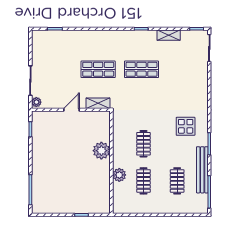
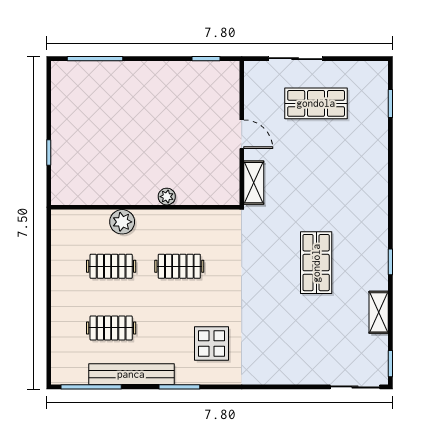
shop shelf: (98, 69) -> (316, 103), moved, turned 90
plant: (36, 102) -> (256, 70), removed
plant: (101, 151) -> (167, 197), width x0.53, depth x0.53

